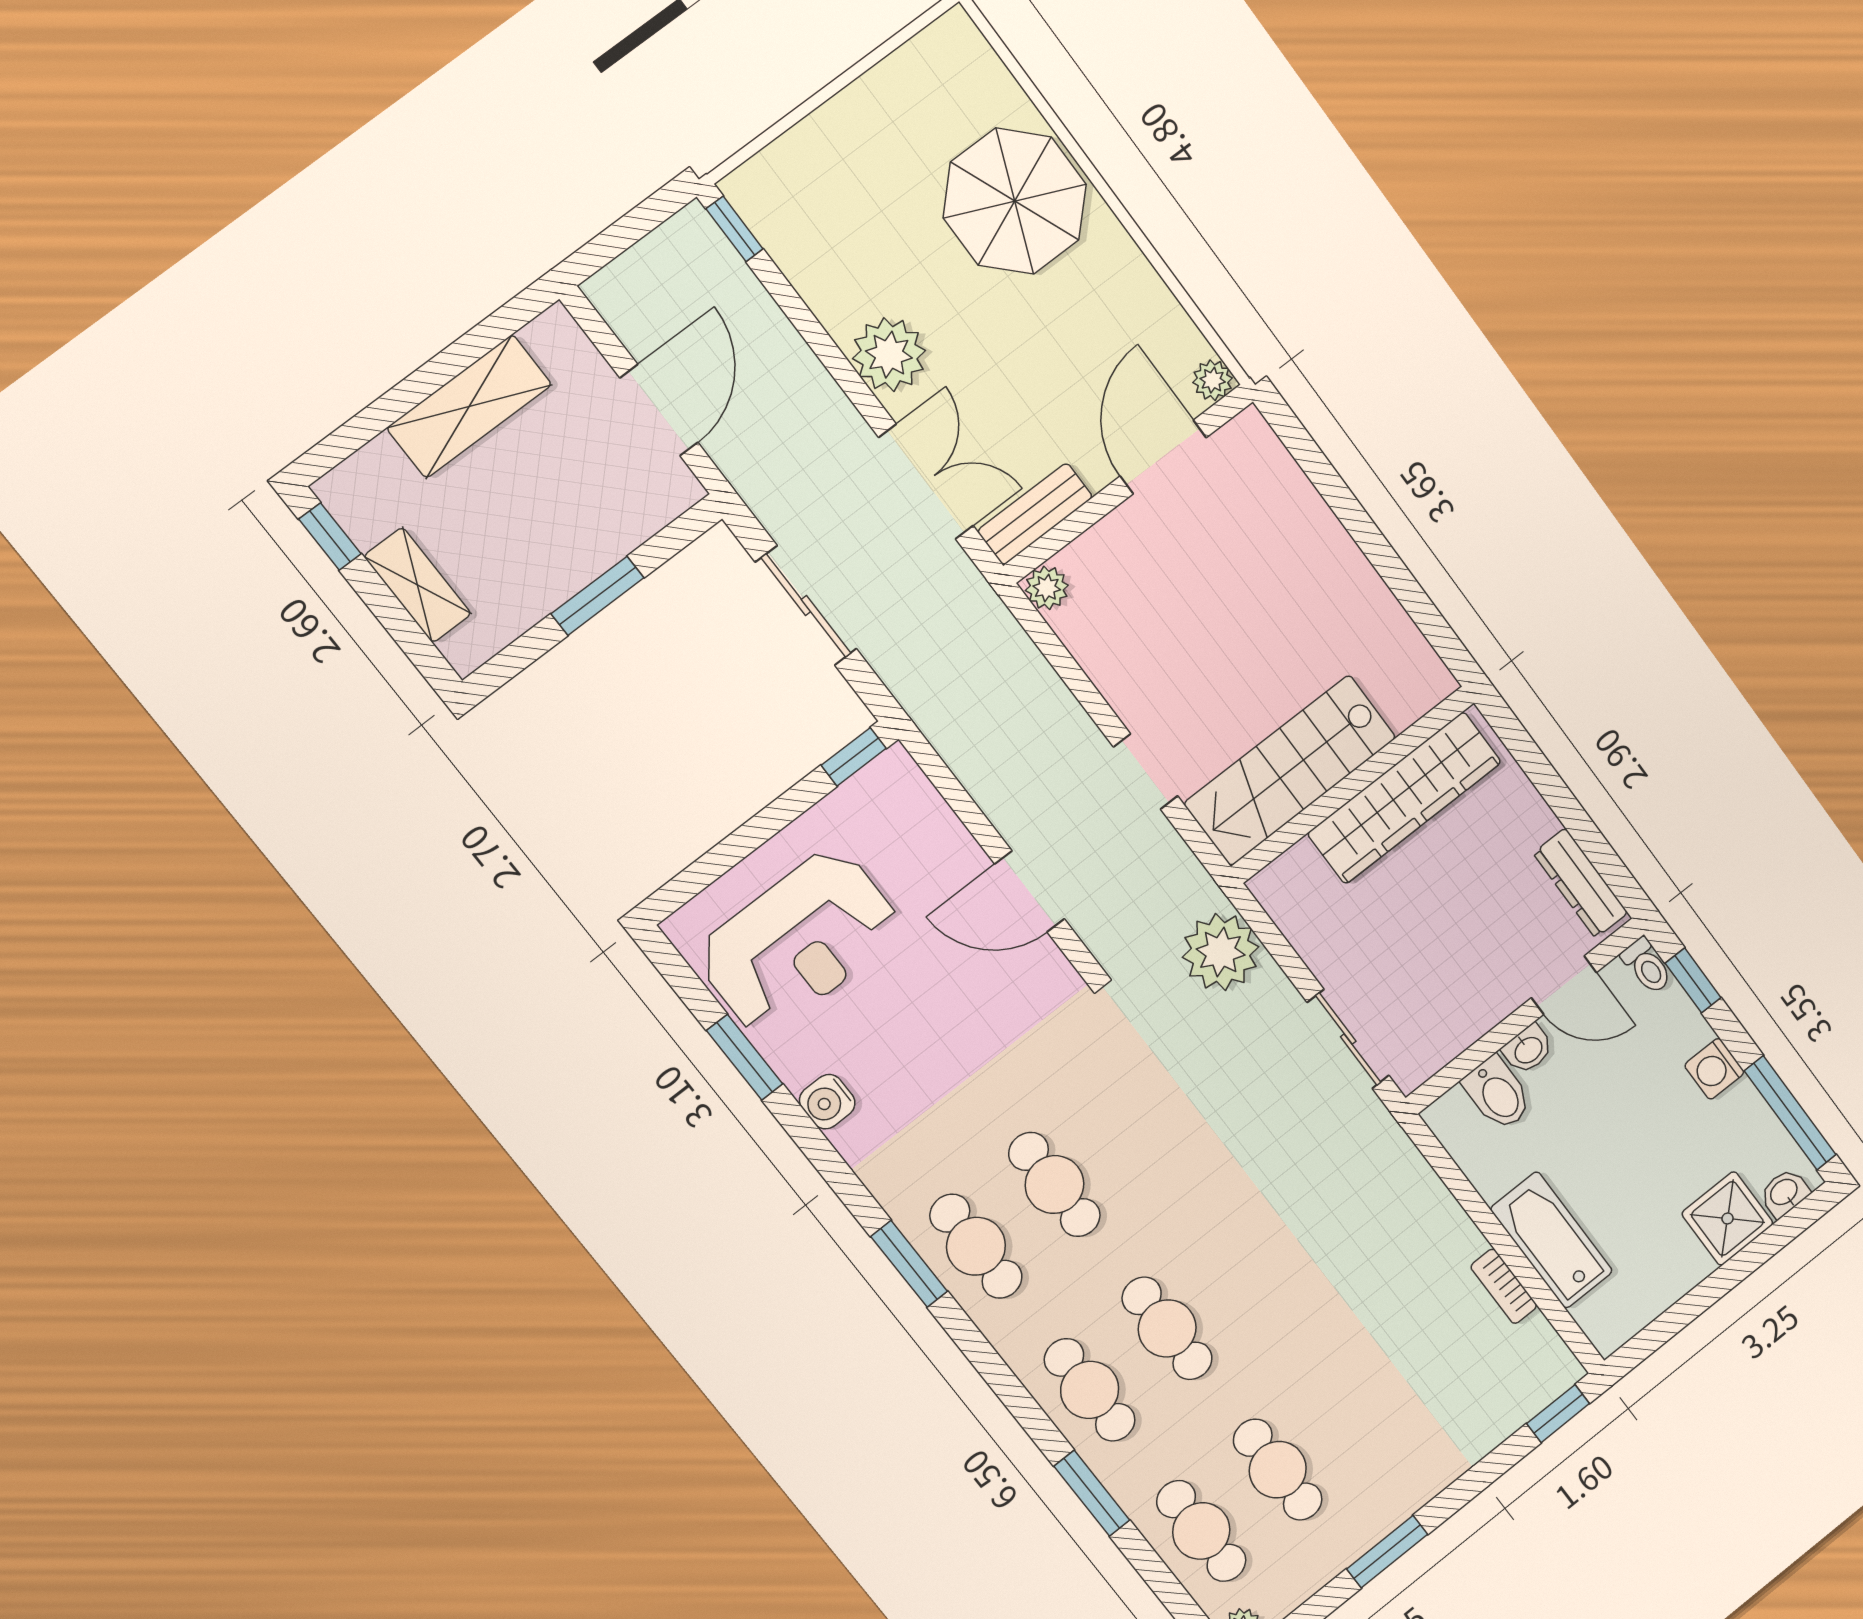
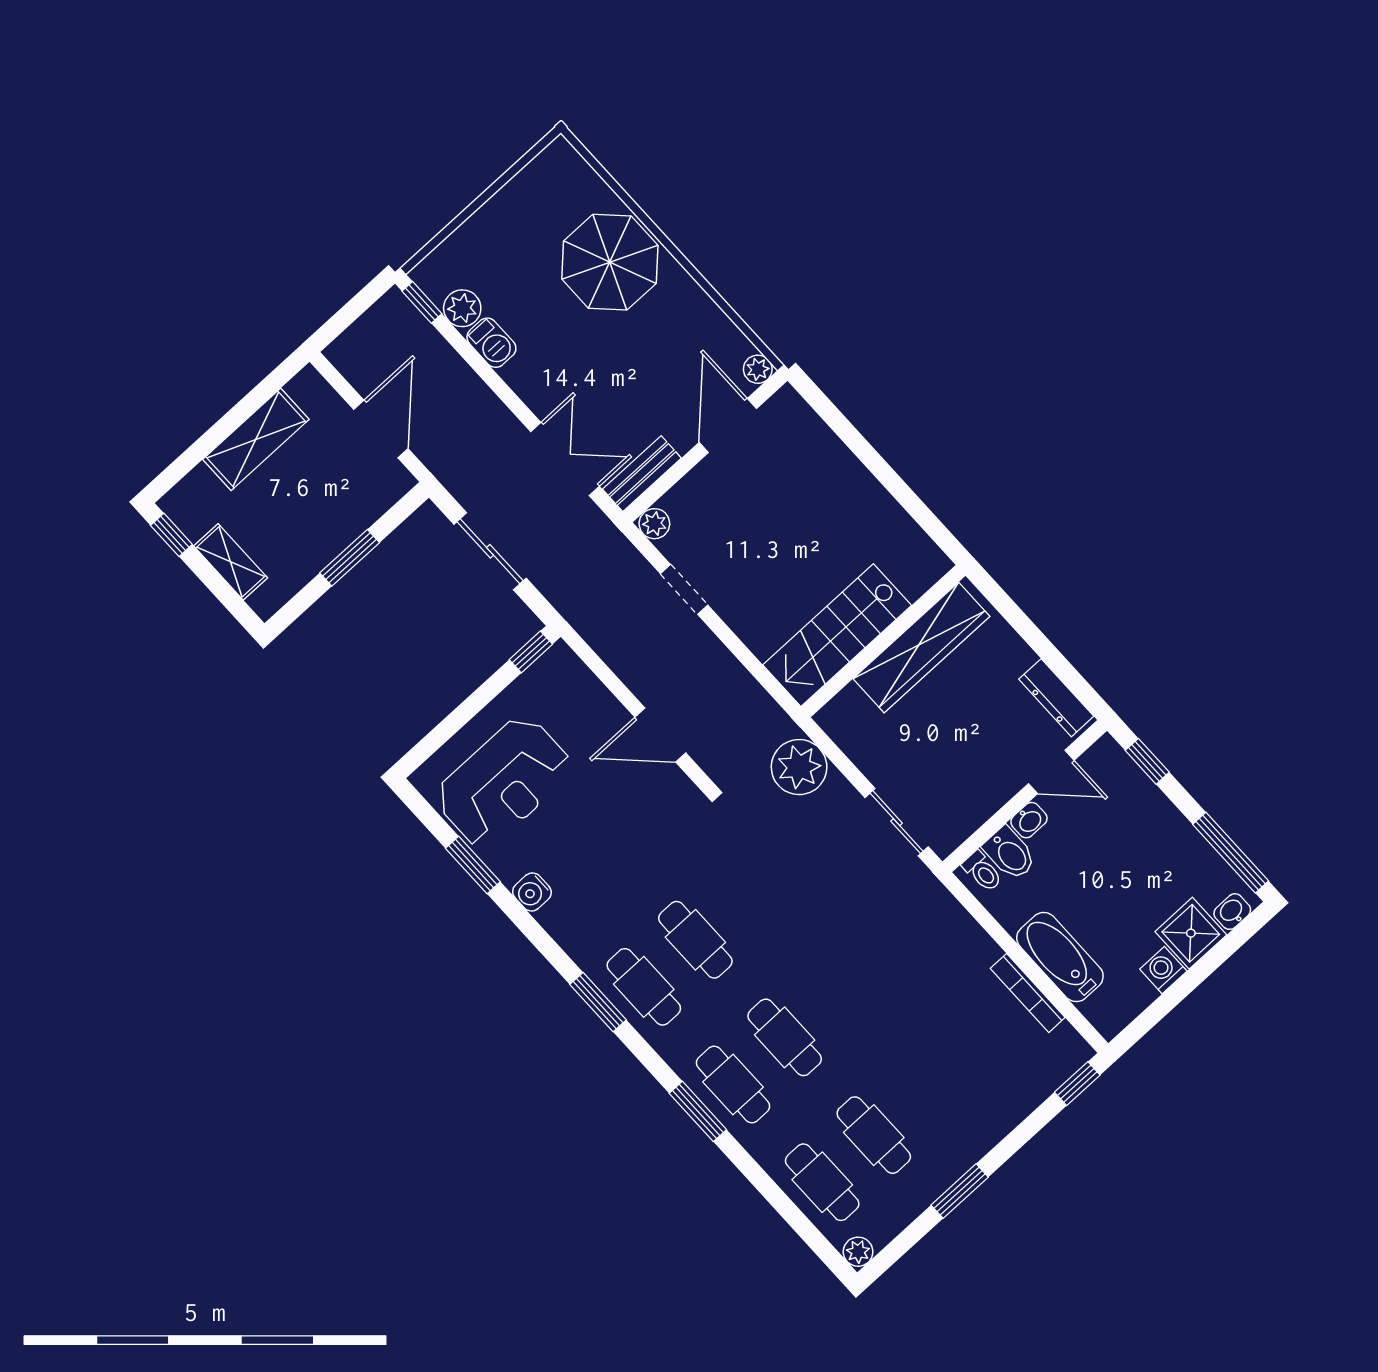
barbecue: (833, 300) -> (491, 343), added
plant: (889, 355) -> (462, 308), moved, width x0.73, depth x0.73
doorway: (1146, 771) -> (684, 589), moved
toilet: (1647, 966) -> (982, 871), moved
washing machine: (1714, 1069) -> (1163, 970), moved, turned 90
bookcase: (1504, 1286) -> (1028, 993), width x1.56
window: (1092, 1493) -> (698, 1111), moved

